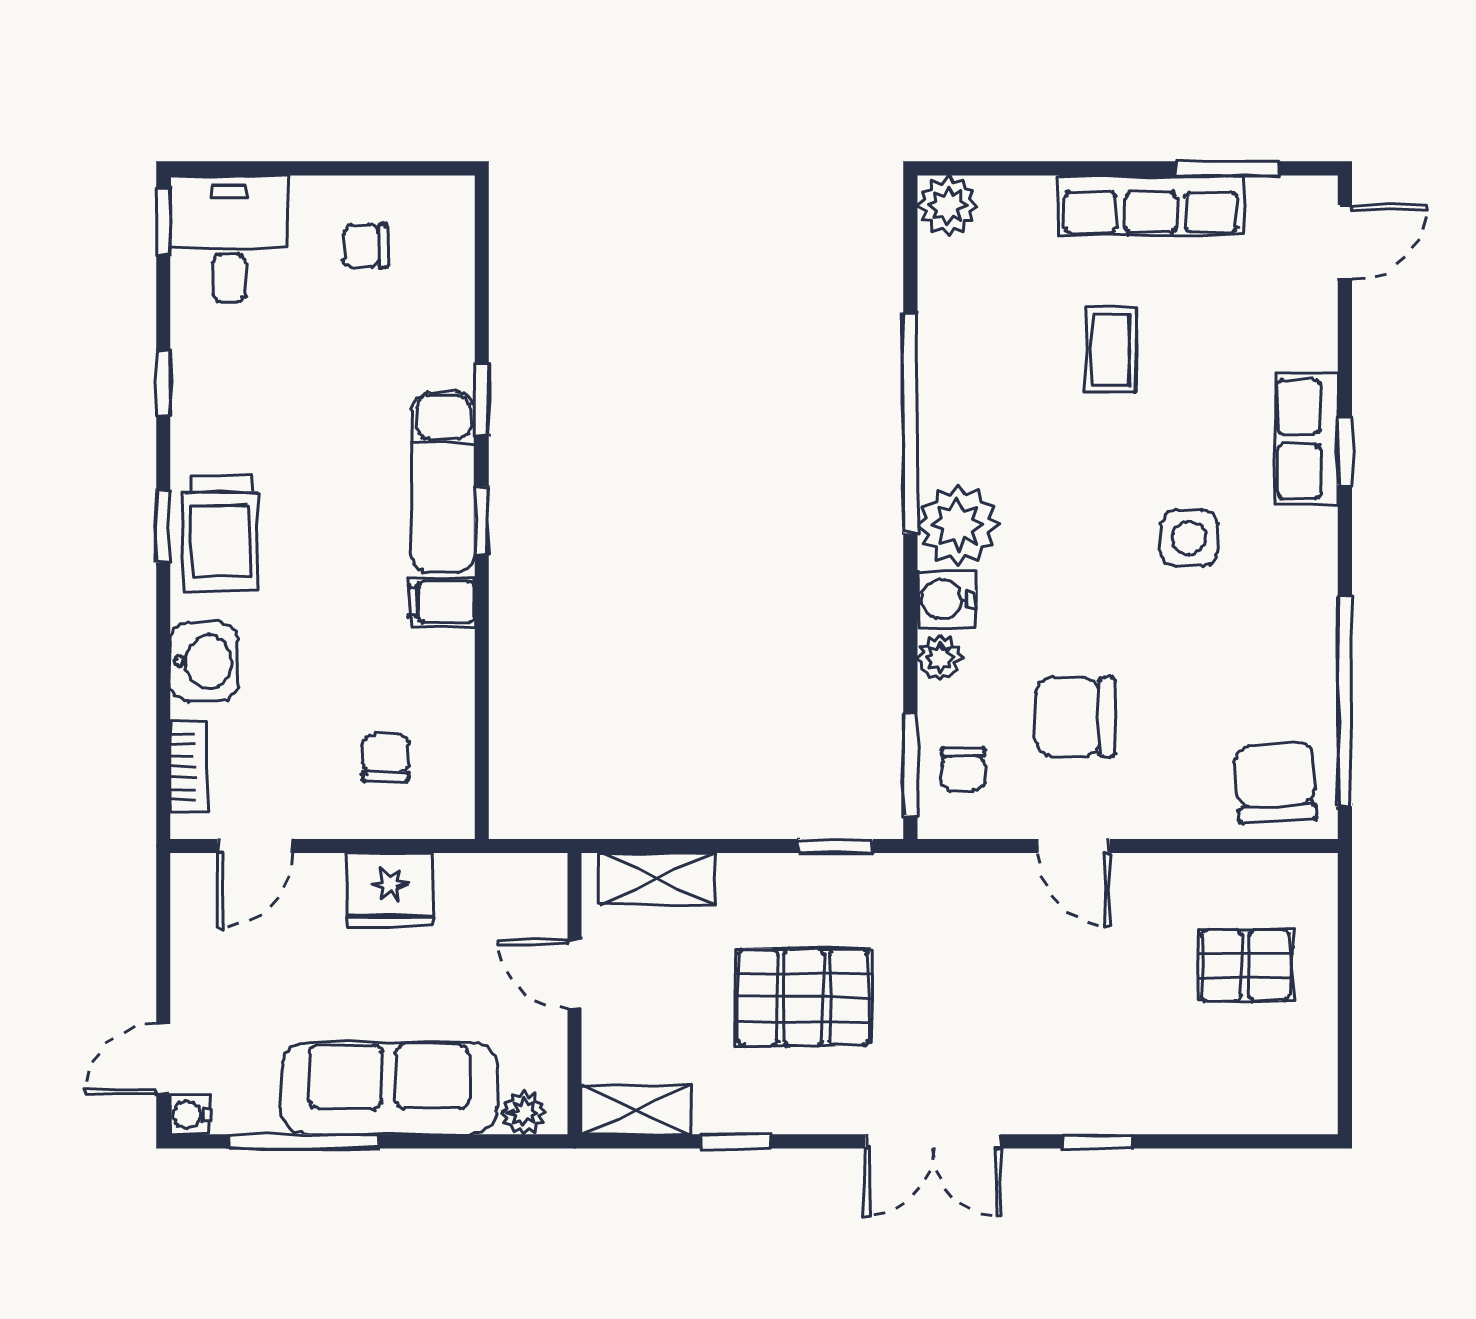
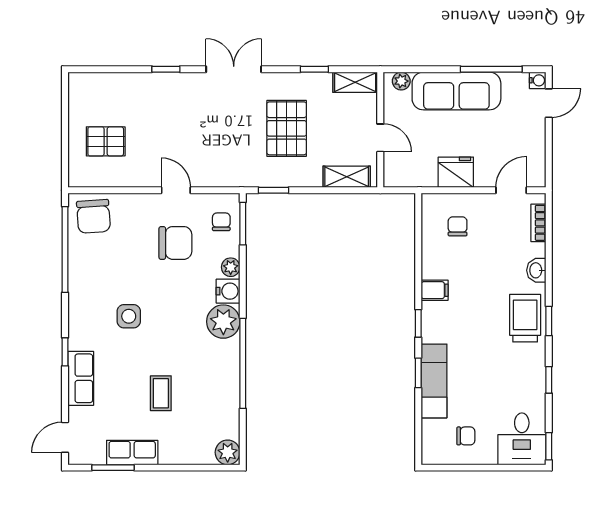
row of seats: (1151, 205) -> (132, 453), width x0.68
row of seats: (1306, 439) -> (81, 378), moved
exam couch: (443, 482) -> (434, 381), moved
washbasin: (204, 661) -> (536, 270), width x0.72, depth x0.69
chair: (386, 758) -> (458, 226), turned 180
pallet: (803, 997) -> (287, 128), turned 90

